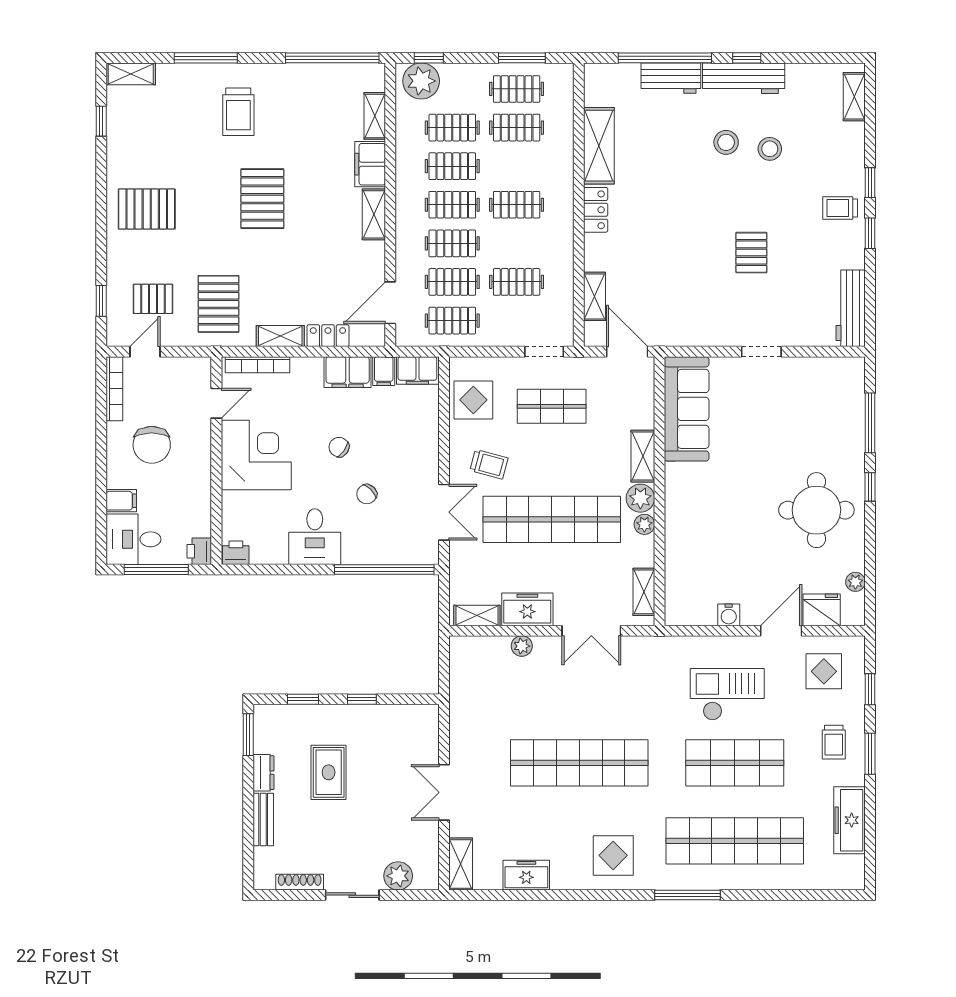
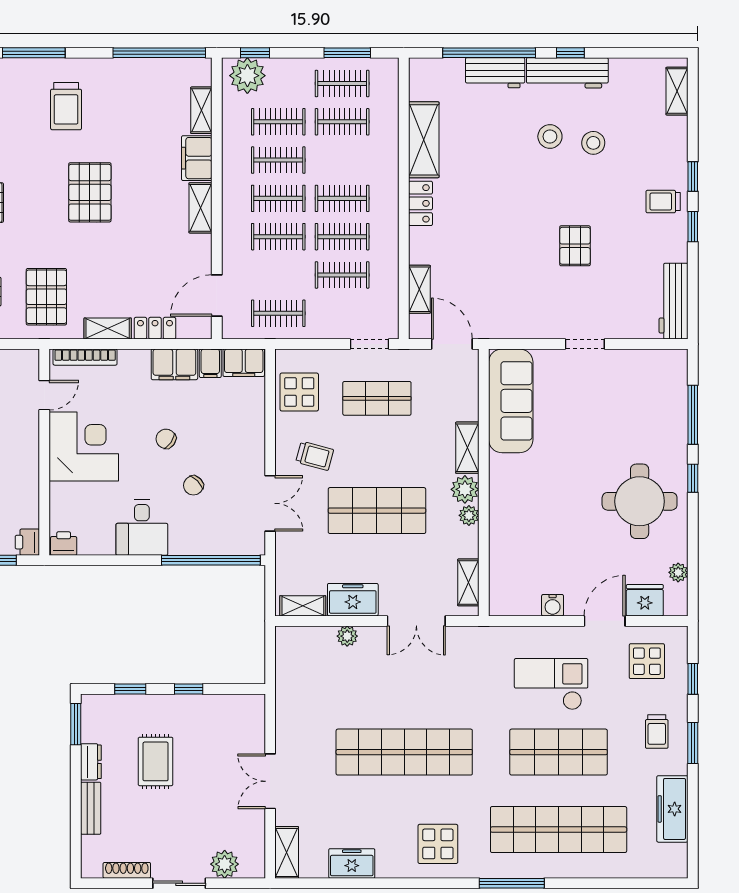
clothes rail: (452, 282) -> (342, 237), moved
shop shelf: (552, 519) -> (377, 511), width x0.71

